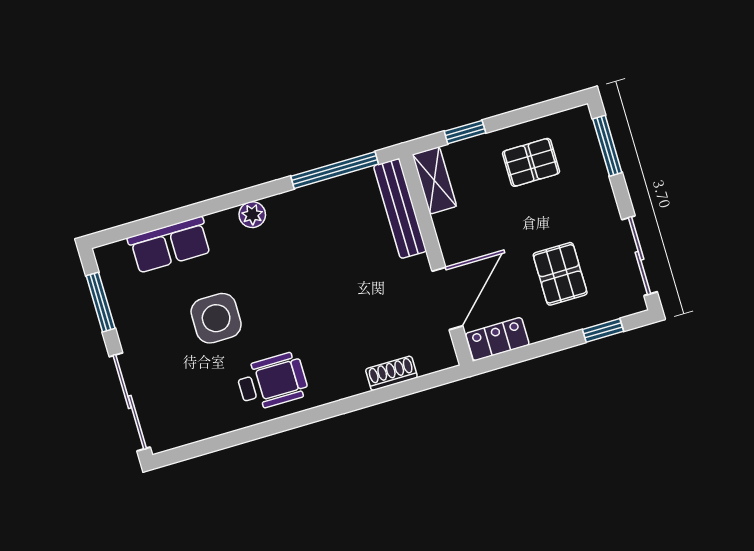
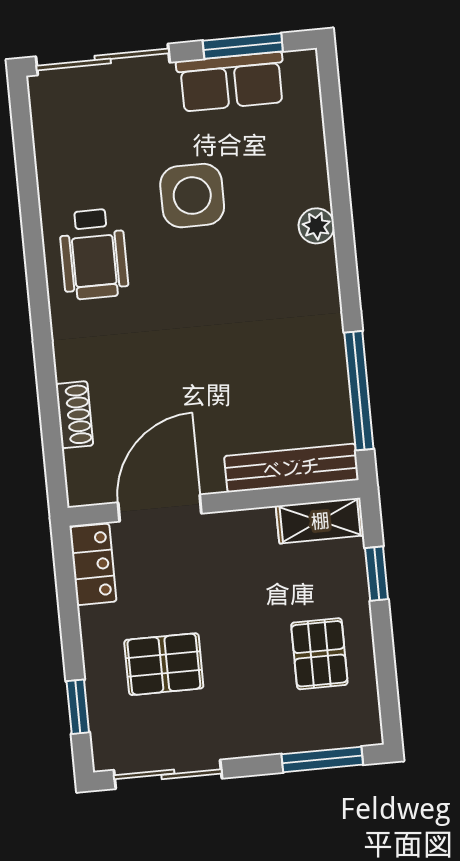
plant: (252, 215) -> (316, 226), moved
row of seats: (170, 245) -> (231, 82), moved, turned -90
door: (447, 298) -> (160, 508), swing flipped

